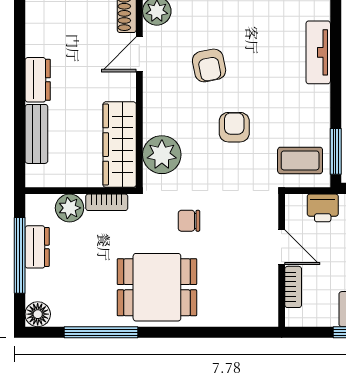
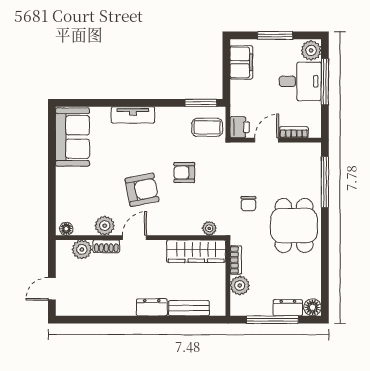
door: (139, 54) -> (134, 238), swing flipped
armchair: (209, 65) -> (142, 190), width x1.38, depth x1.38
plant: (162, 155) -> (209, 228), width x0.53, depth x0.53
coffee table: (300, 160) -> (207, 127), turned 90
printer: (323, 208) -> (240, 127), moved
dresser: (37, 247) -> (288, 308), moved
window: (101, 332) -> (325, 182), moved

